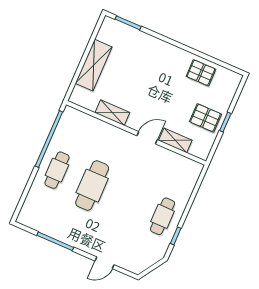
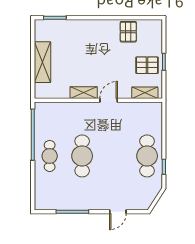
pallet: (201, 73) -> (128, 32), turned 90
shelving: (112, 113) -> (84, 93), moved
shelving: (175, 140) -> (145, 93), moved
cafe table: (163, 216) -> (147, 156), width x1.37, depth x1.35

